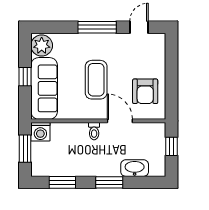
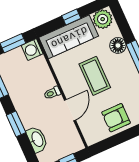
floor lamp: (76, 42) -> (118, 45), added
coffee table: (96, 80) -> (95, 76), turned 90
armchair: (145, 91) -> (116, 118), moved

